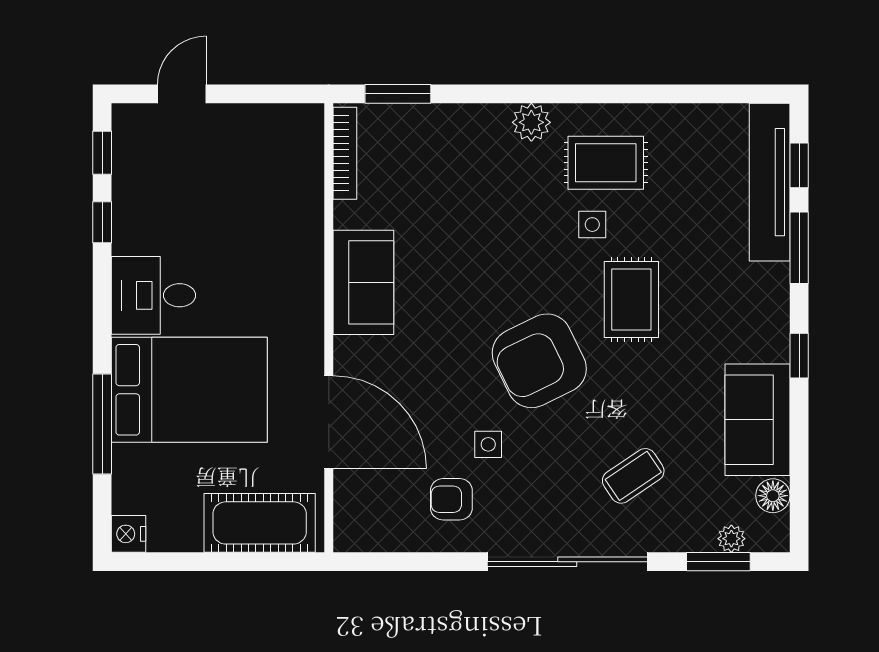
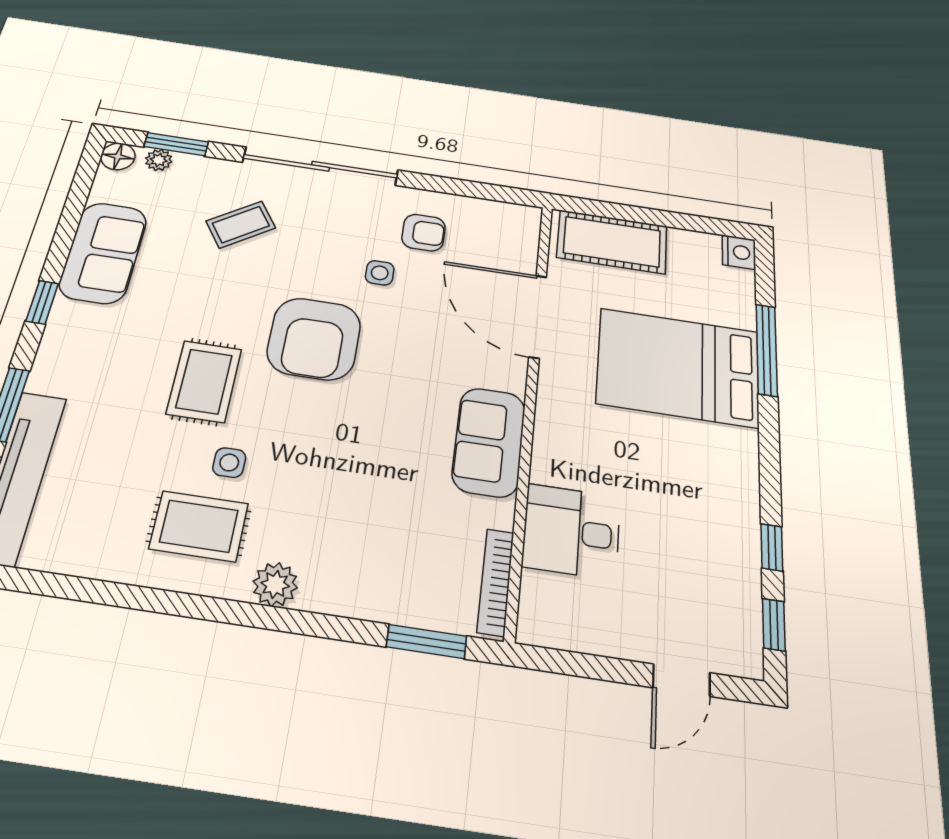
desk: (153, 295) -> (571, 531), moved, turned 180
armchair: (539, 361) -> (314, 339), turned 116
floor lamp: (773, 496) -> (118, 156), moved

